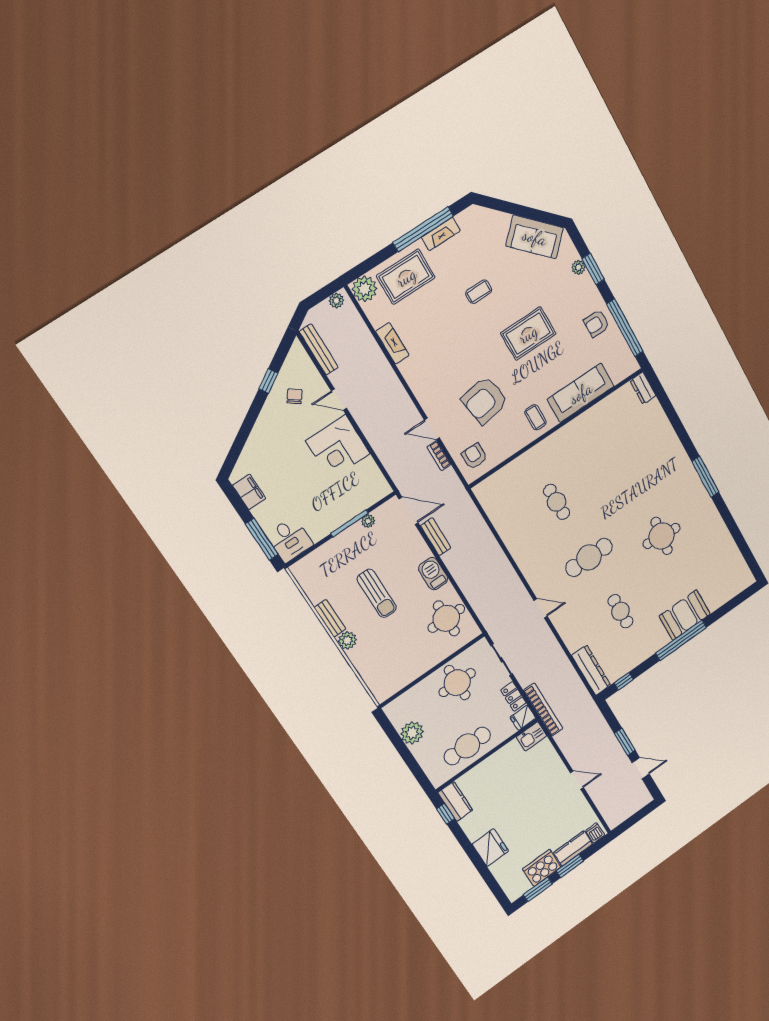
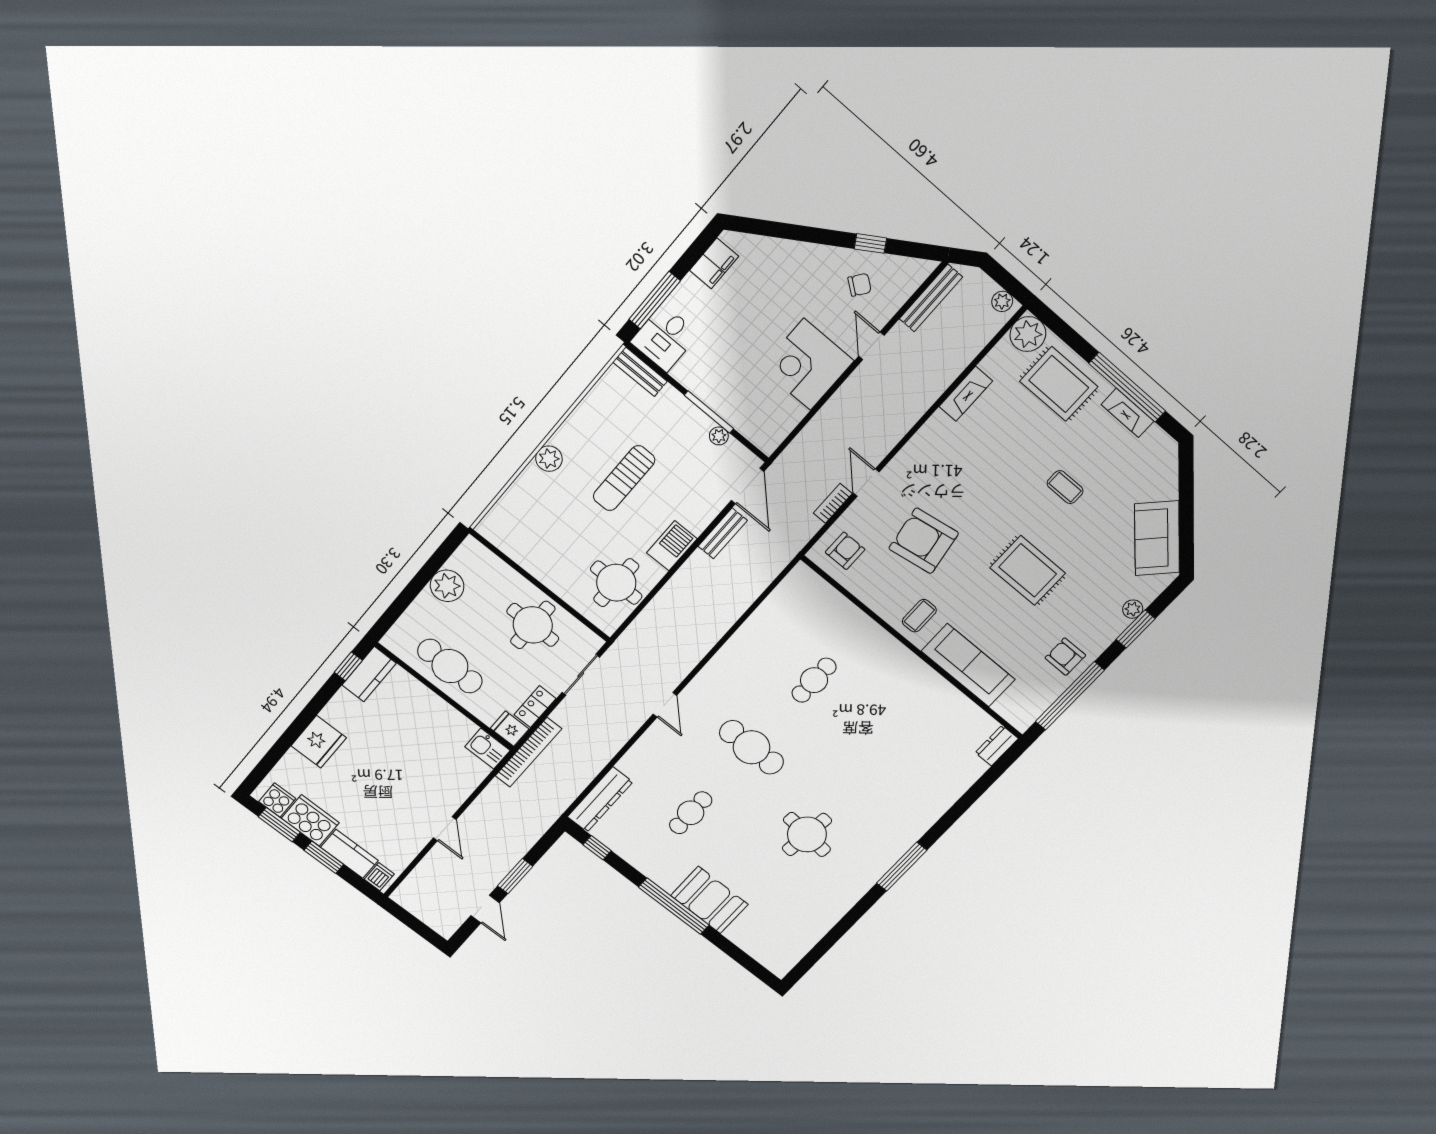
bench: (330, 618) -> (640, 372), moved, turned 90
cooker: (521, 886) -> (277, 800), added

